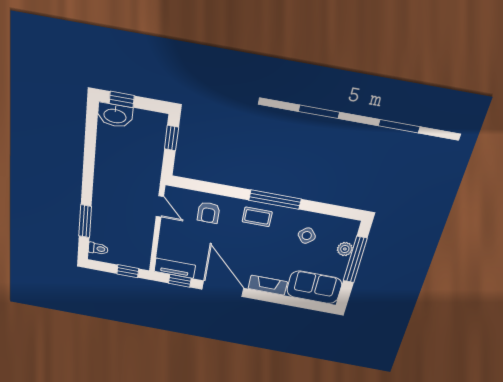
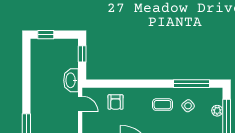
washbasin: (115, 115) -> (71, 80), moved, turned 90
window: (275, 200) -> (192, 84), moved
coffee table: (257, 217) -> (162, 105), moved

